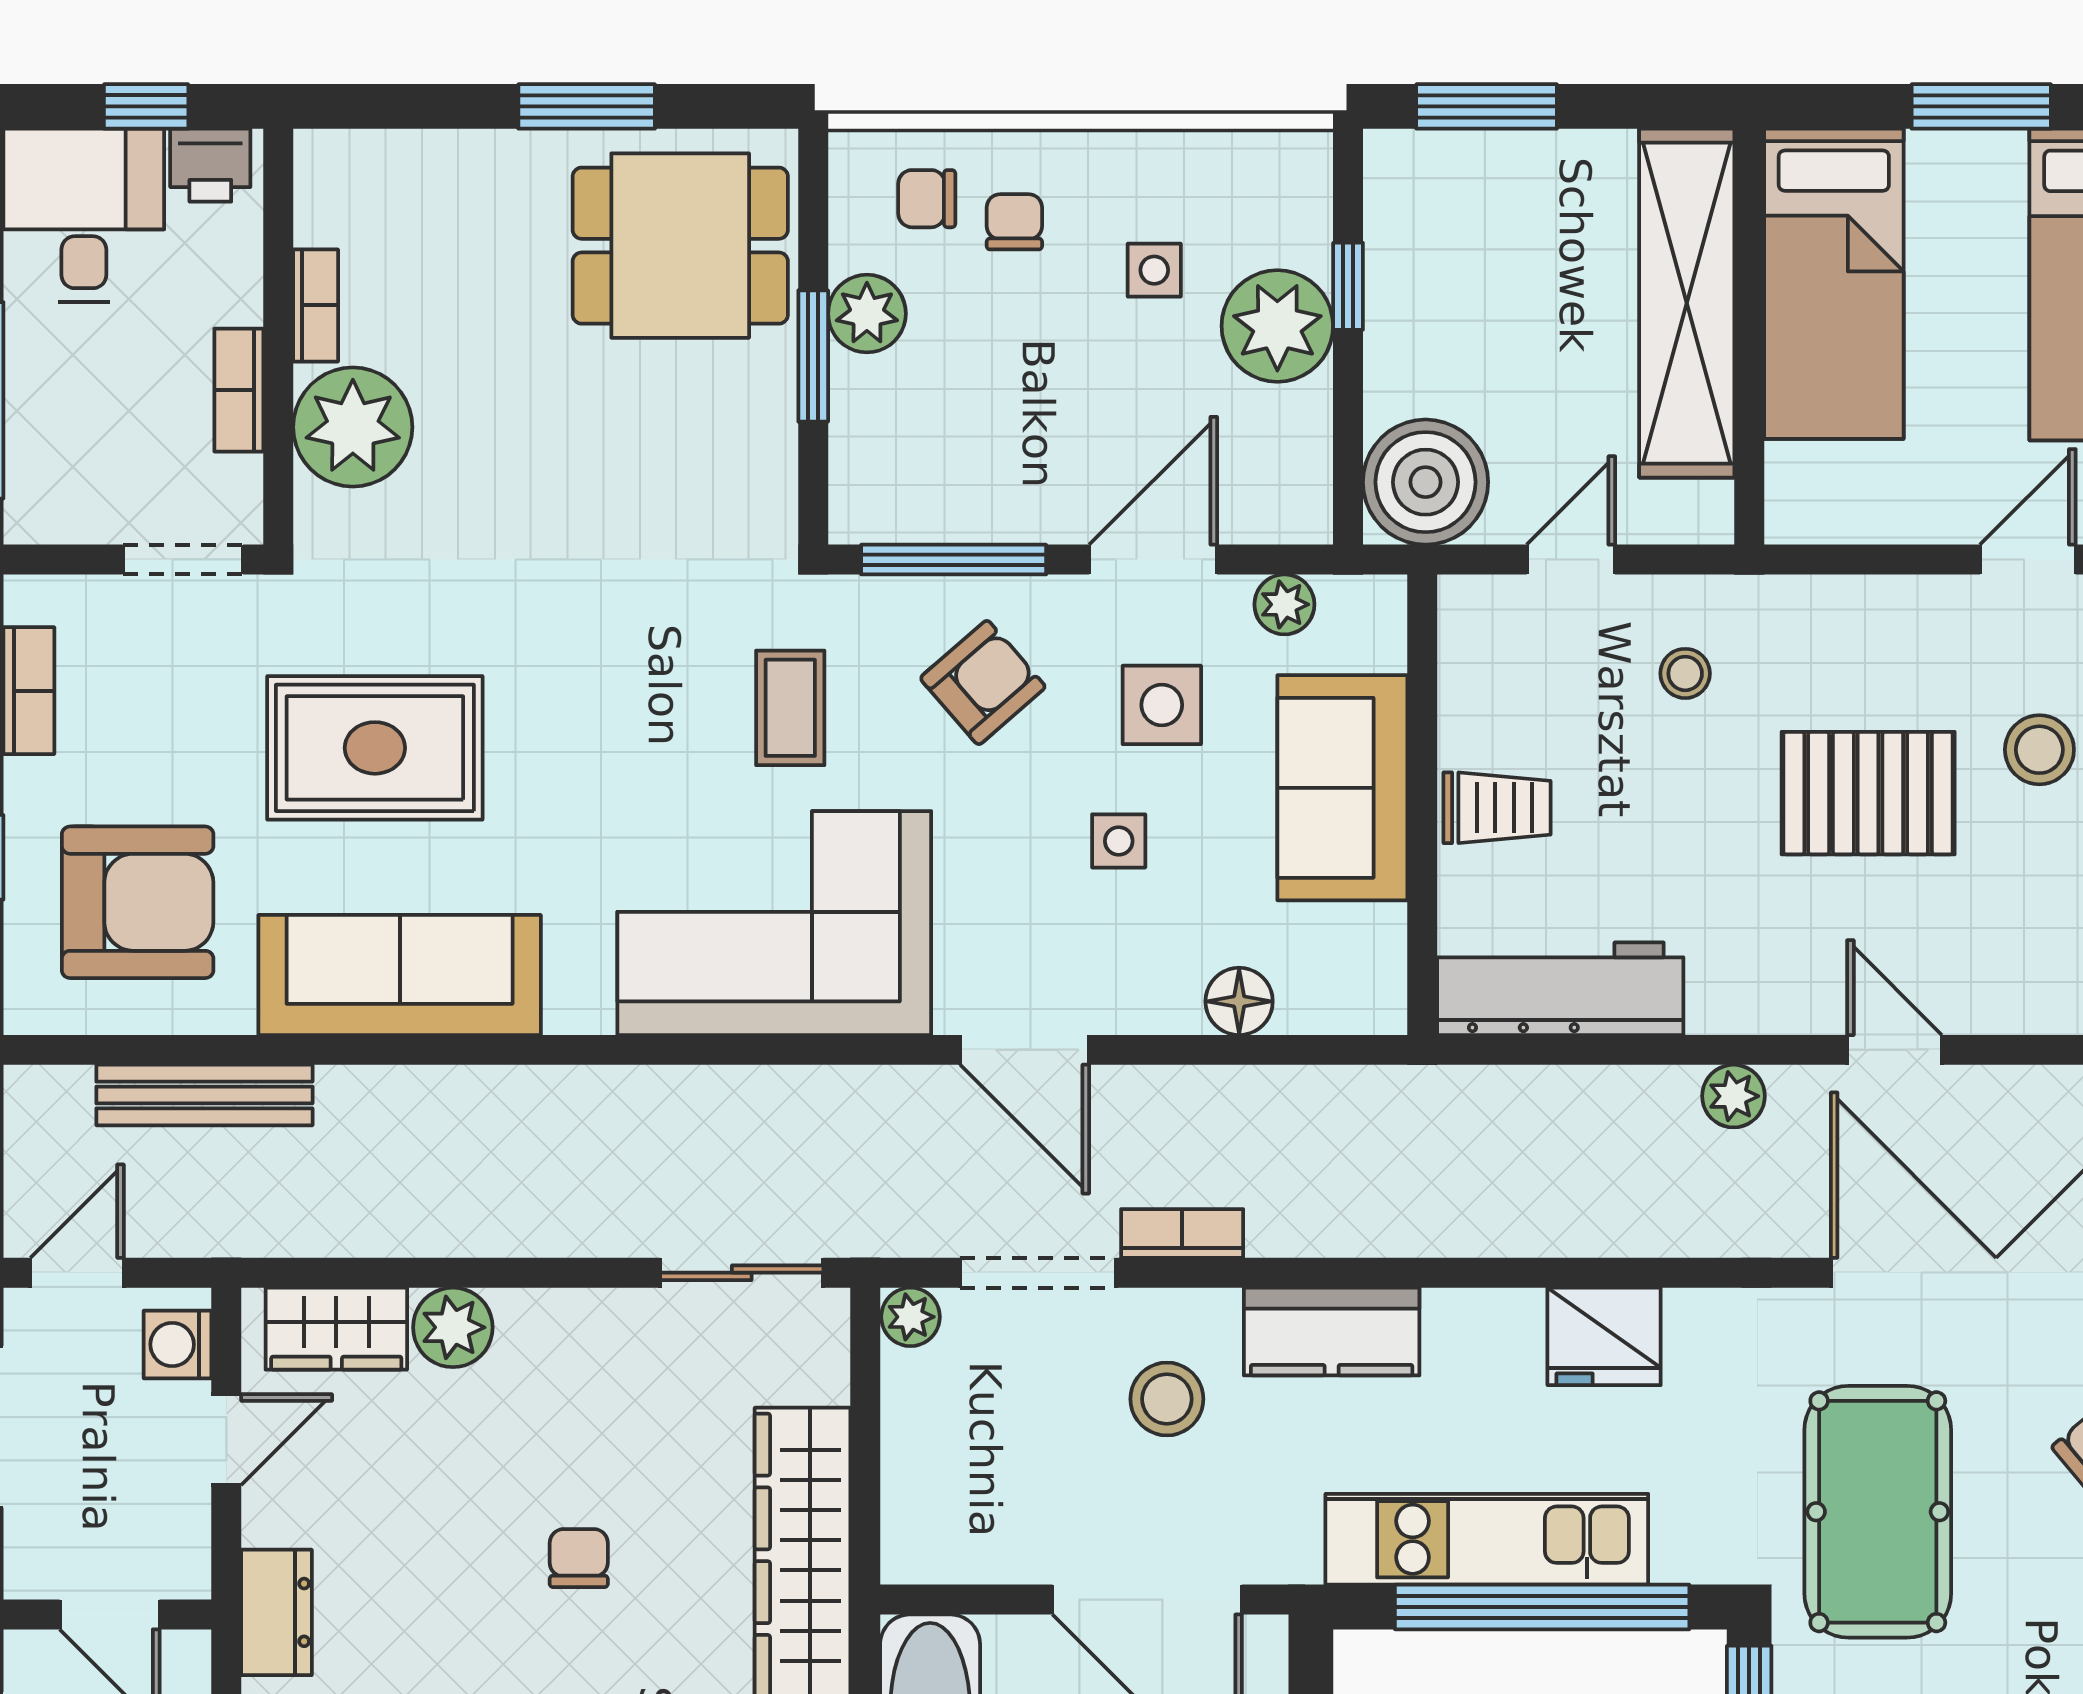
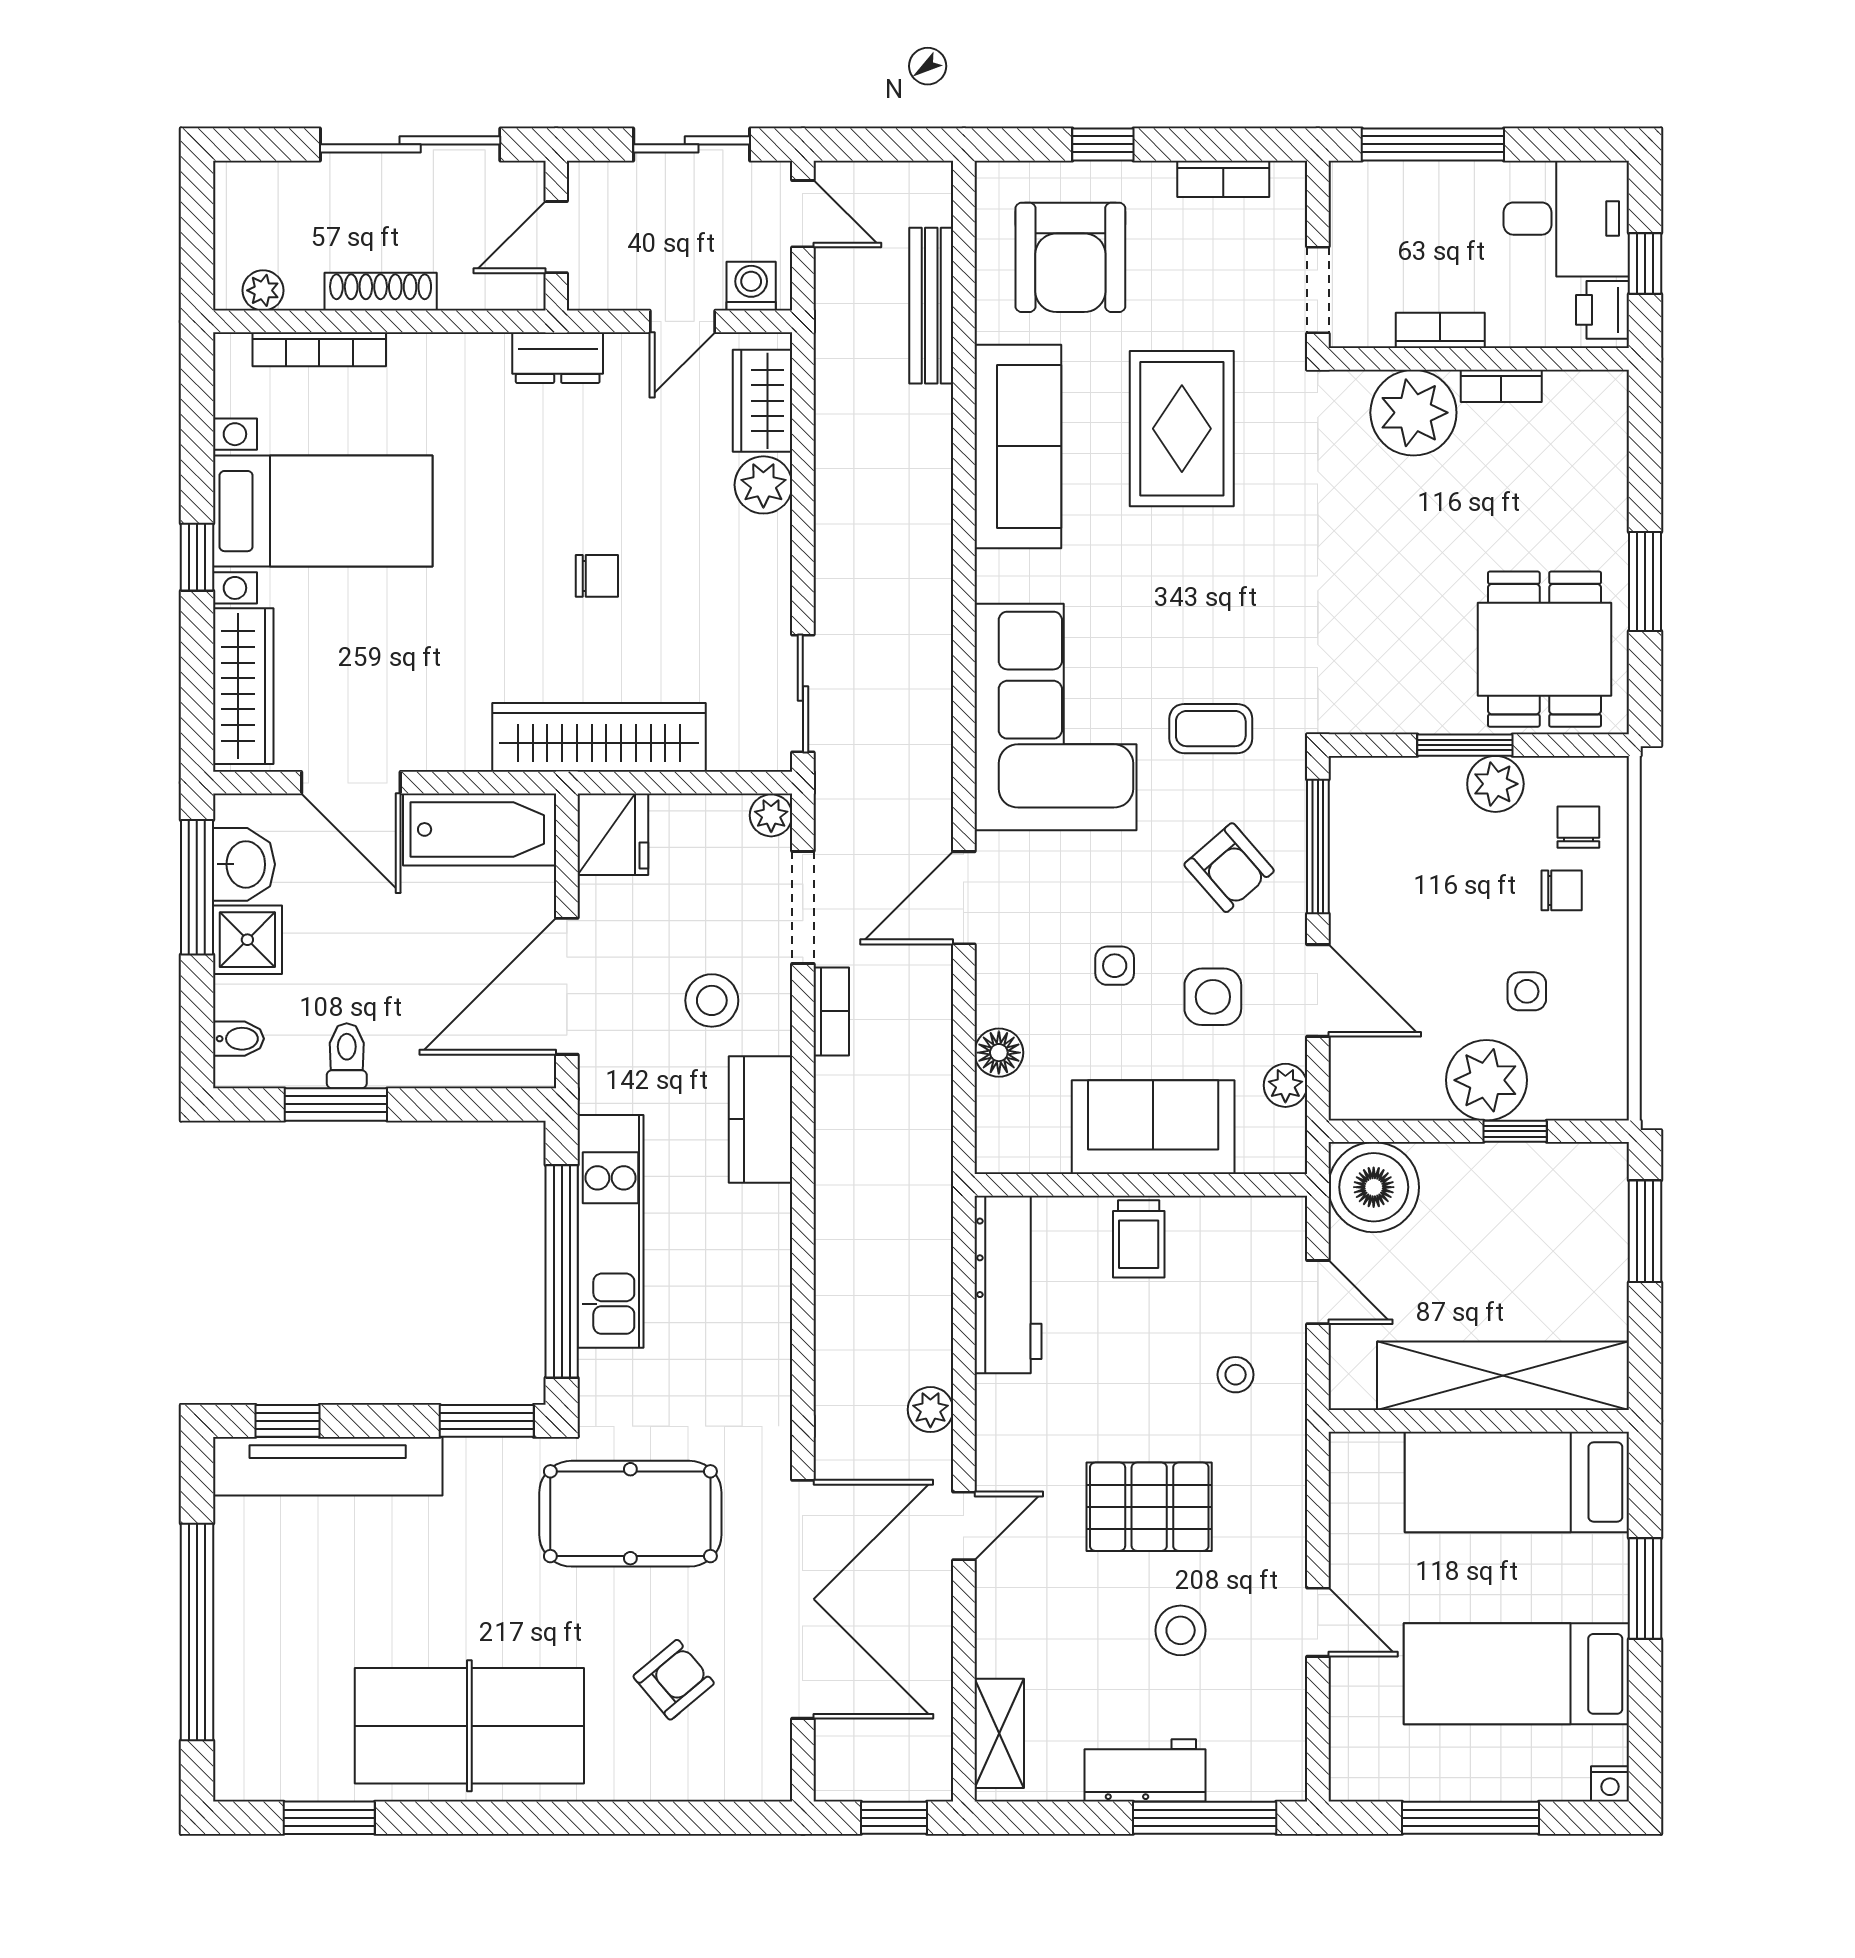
pallet: (1868, 793) -> (1149, 1507), turned 90
fridge: (1604, 1336) -> (613, 834), moved, turned 180
door: (226, 1440) -> (682, 321), hinge flipped

